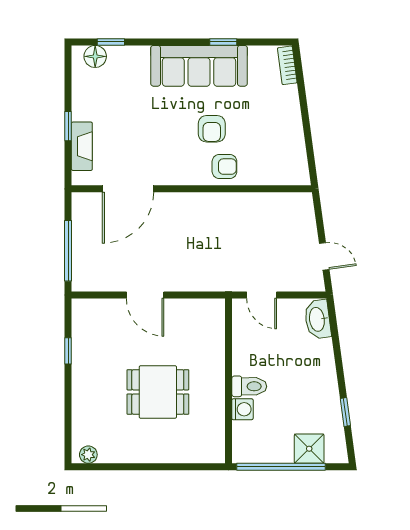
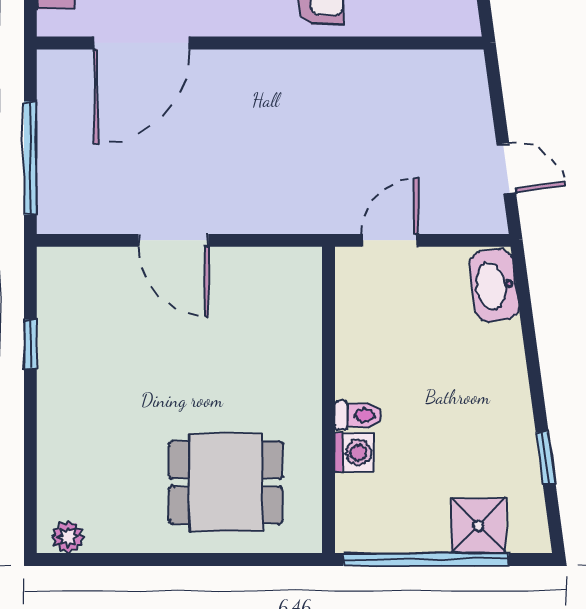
door: (262, 295) -> (390, 240), swing flipped
toilet: (249, 386) -> (358, 415), width x0.73, depth x0.72
dining table: (158, 392) -> (226, 482), moved

